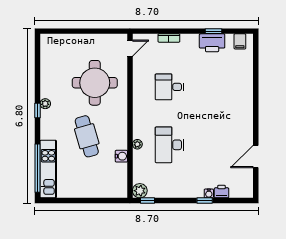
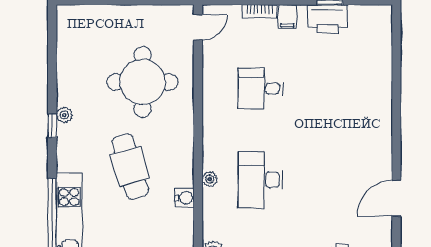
filing cabinet: (240, 41) -> (287, 17), moved

